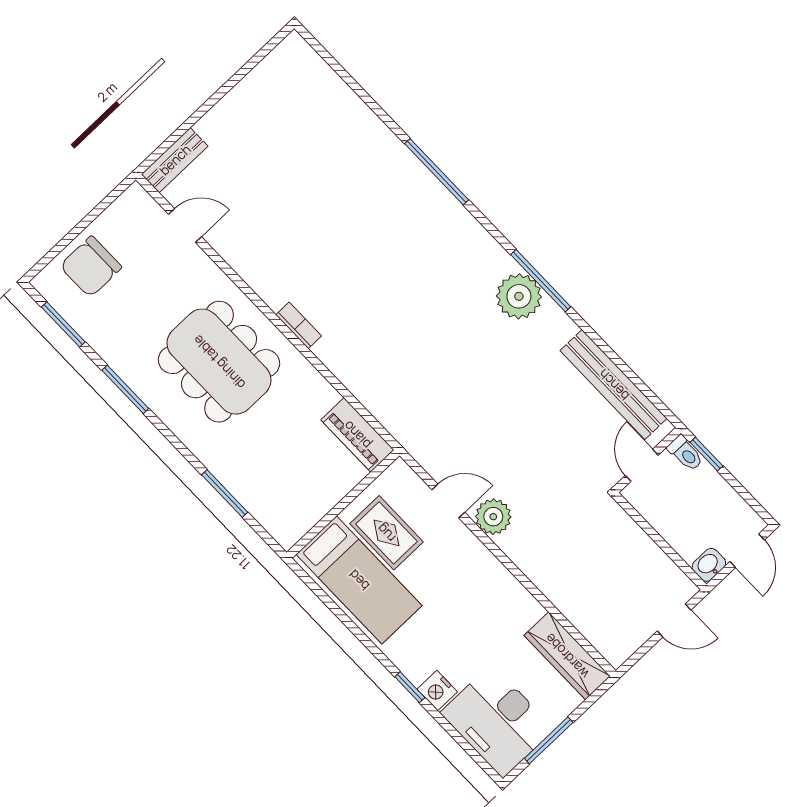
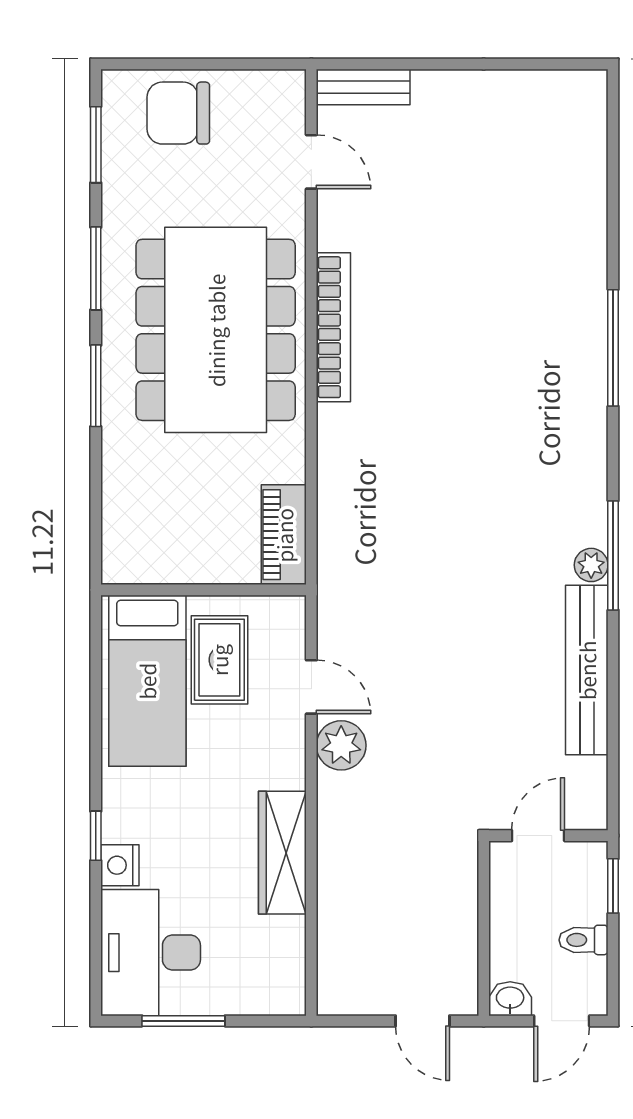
plant: (519, 296) -> (591, 565), width x0.53, depth x0.53
bookcase: (299, 325) -> (333, 327), width x2.31, depth x1.31
dining table: (219, 362) -> (216, 330), width x1.36, depth x1.24
bench: (614, 385) -> (587, 670), moved
toilet: (685, 453) -> (584, 940), moved, turned 90
window: (225, 493) -> (96, 386), moved
wardrobe: (567, 656) -> (282, 853), moved

